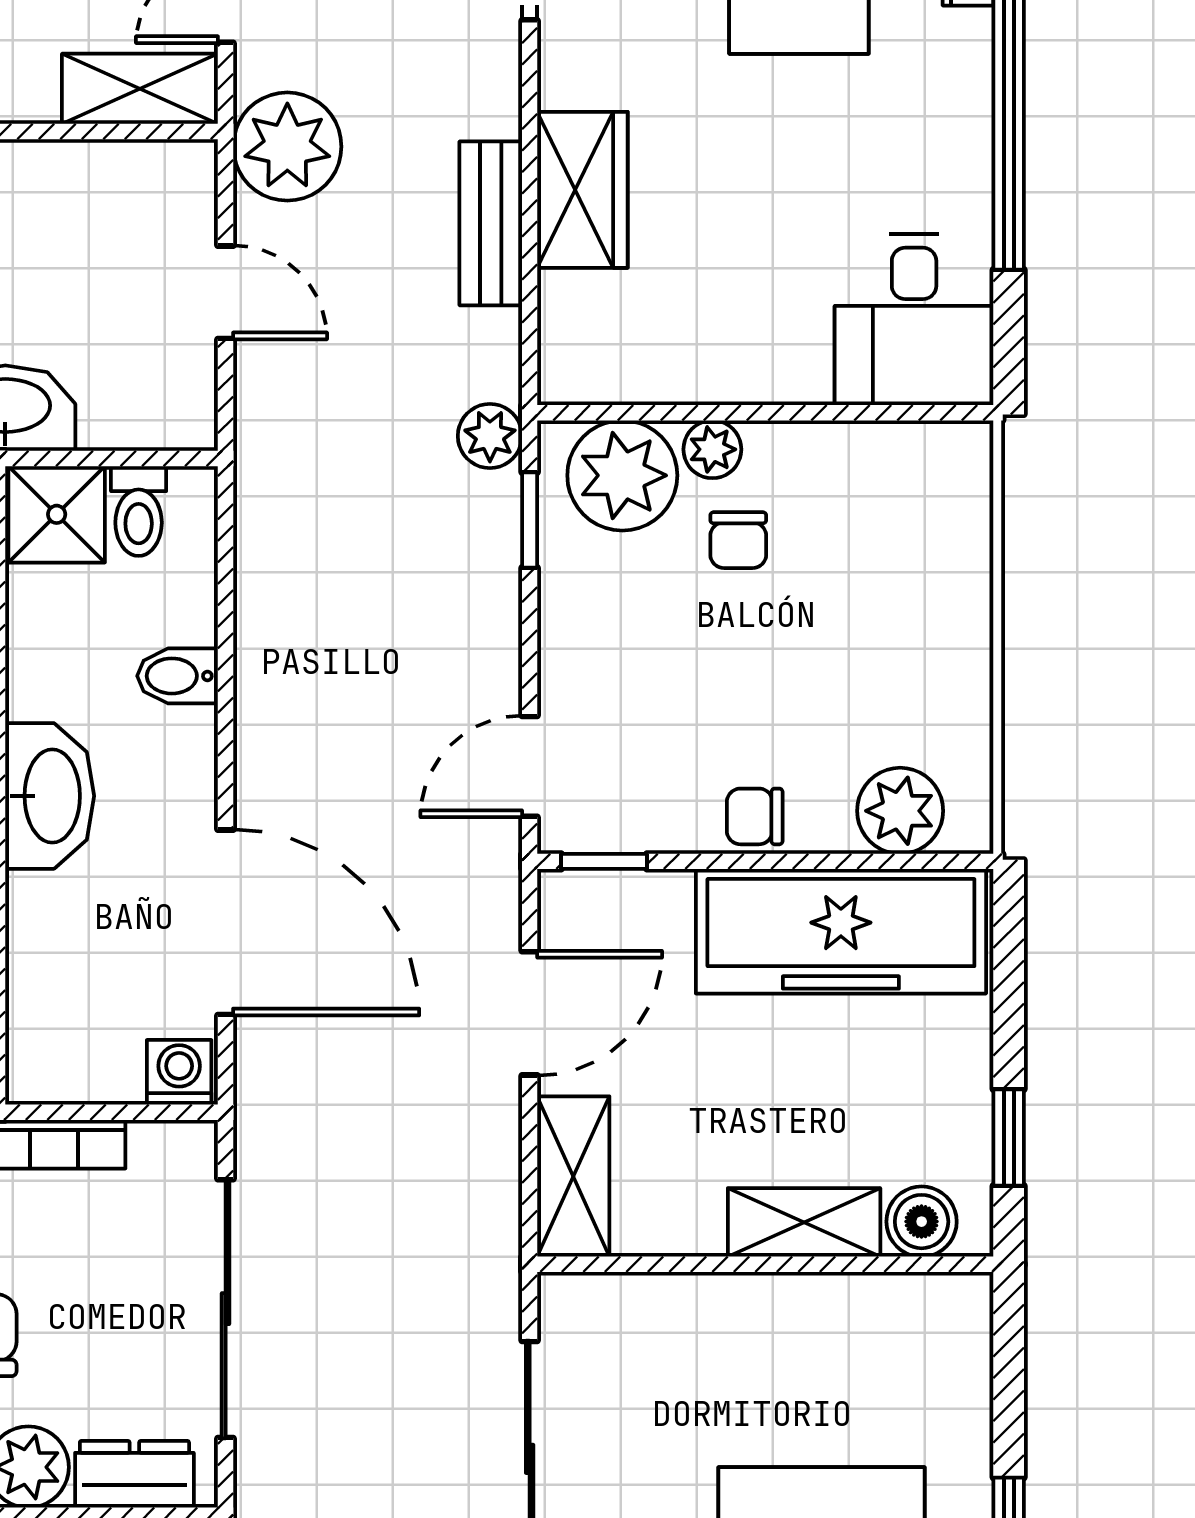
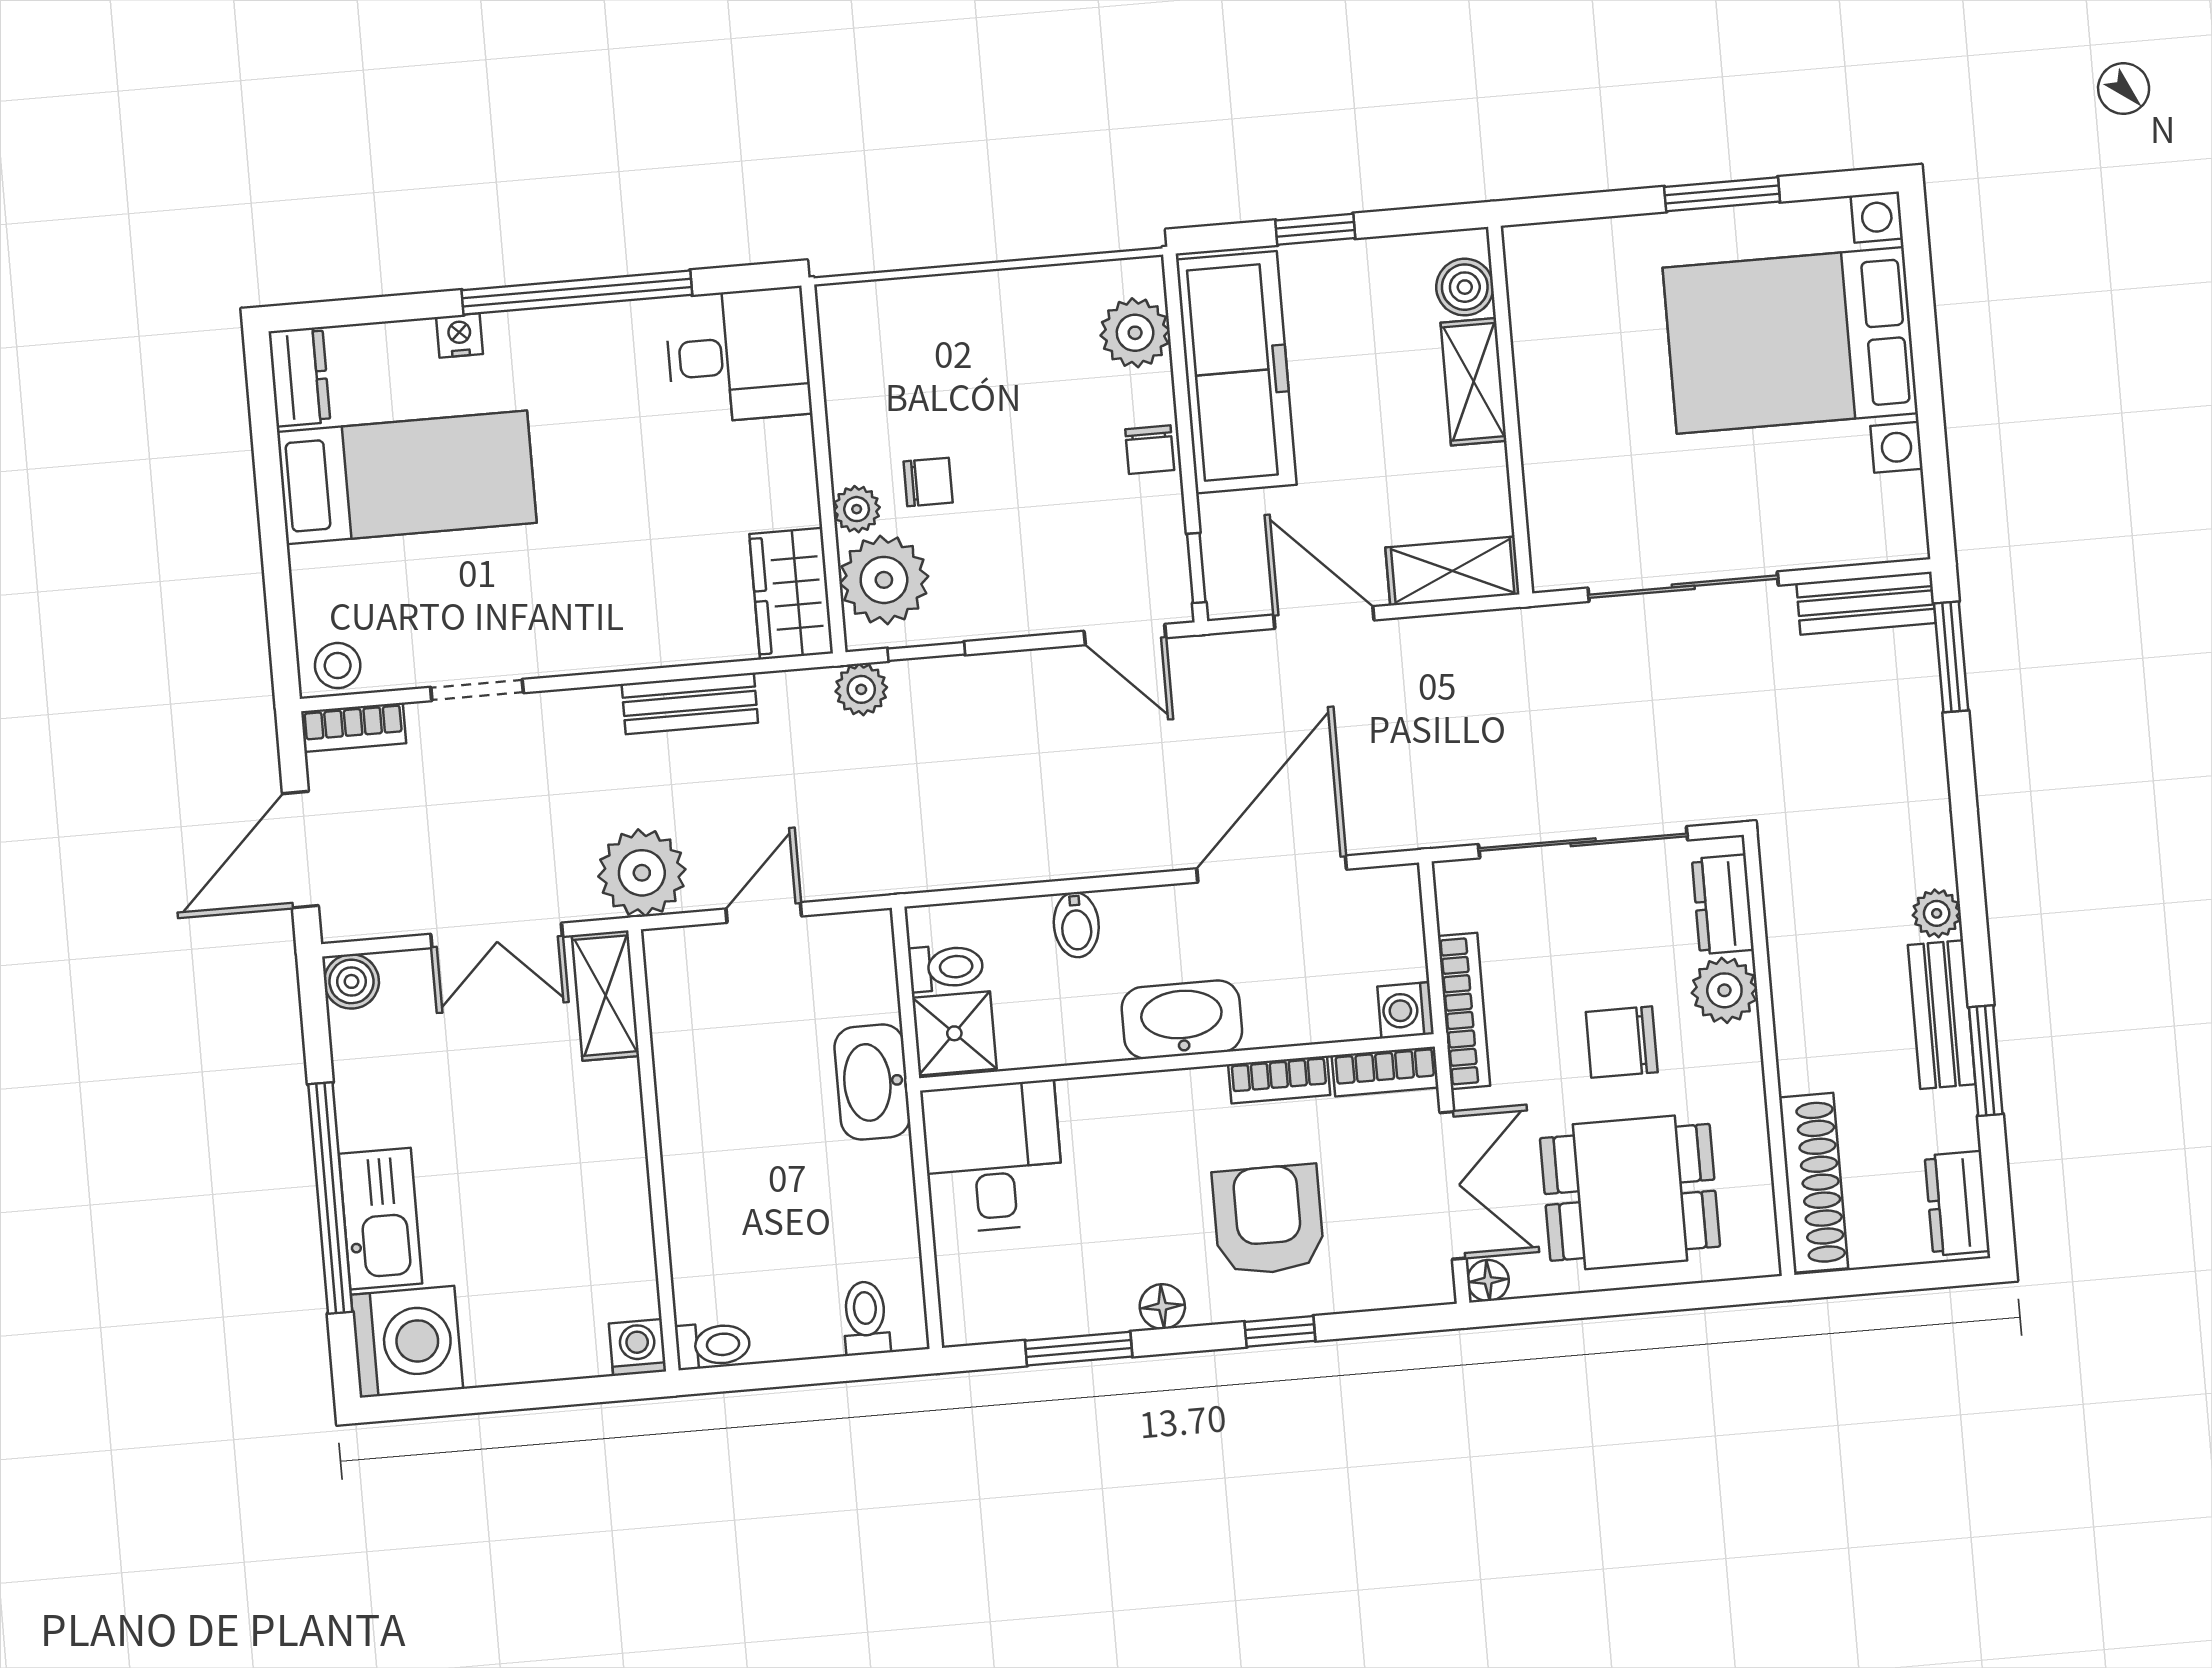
wardrobe: (582, 190) -> (791, 594), moved, turned -90
washing machine: (179, 1072) -> (1406, 1010), moved
window: (1009, 1137) -> (1315, 229), moved

